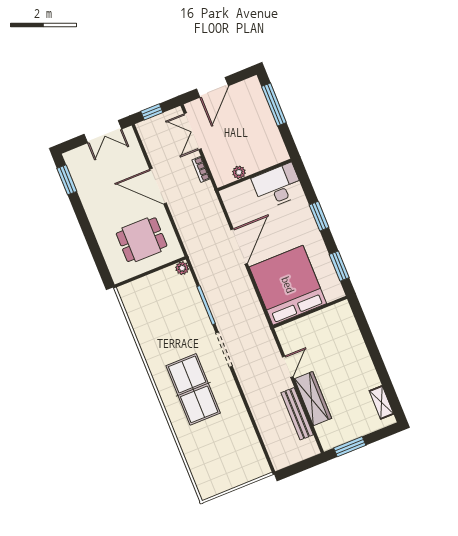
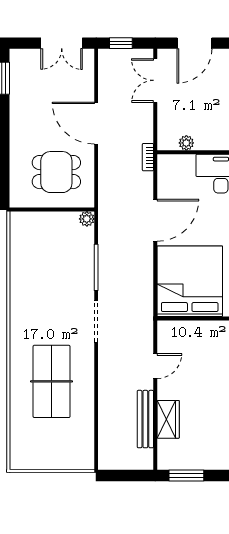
bookcase: (201, 169) -> (148, 157), moved
table tennis table: (193, 389) -> (52, 381), moved
wardrobe: (313, 399) -> (168, 419), width x0.67

